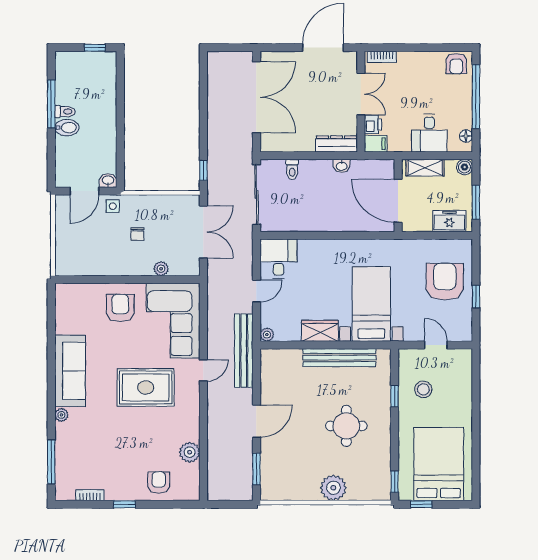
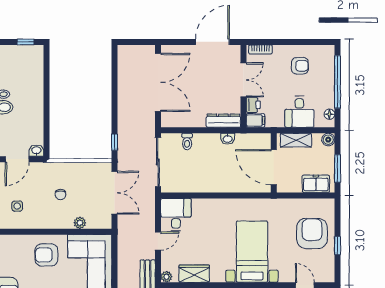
armchair: (456, 64) -> (300, 66), moved, turned -90
side table: (113, 206) -> (17, 206), moved
armchair: (120, 308) -> (46, 255), turned -90
wardrobe: (320, 331) -> (194, 274), moved

